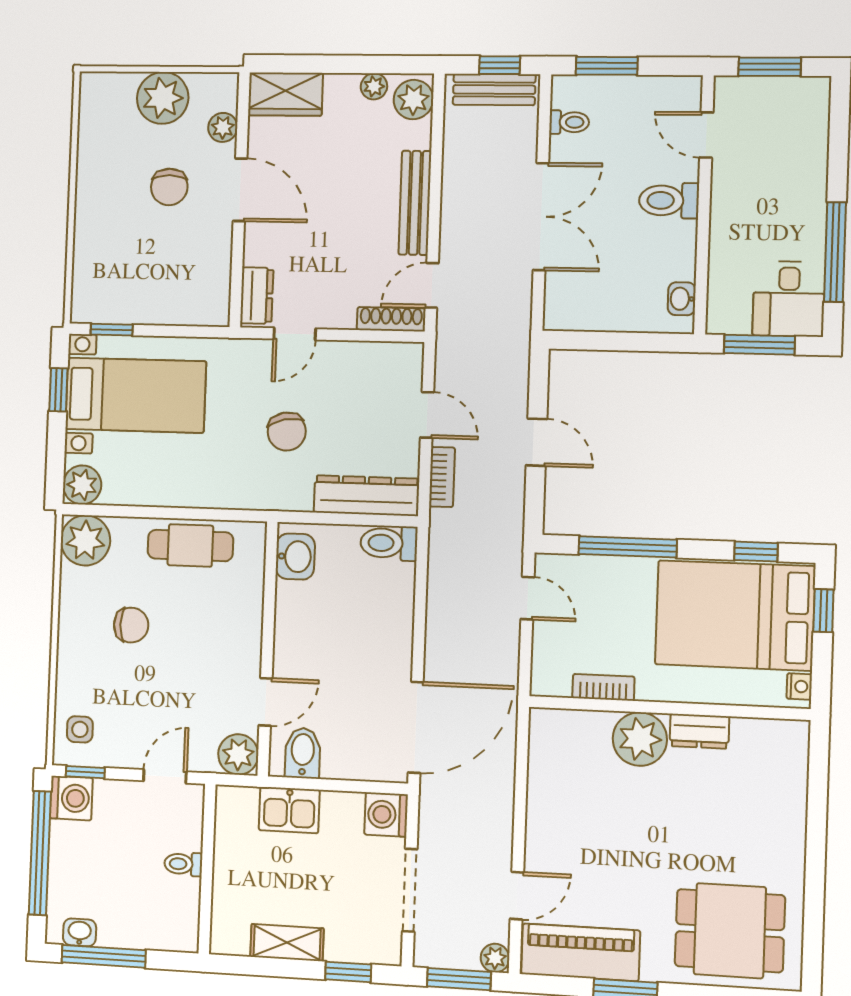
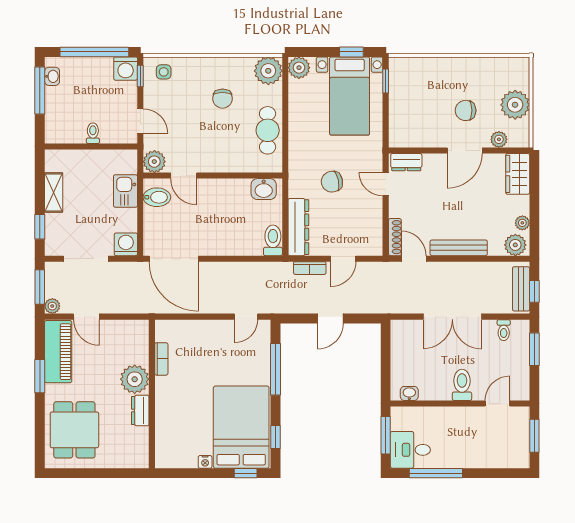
bookcase: (603, 687) -> (161, 359), moved
wall: (669, 708) -> (152, 394), moved
dresser: (699, 731) -> (140, 410), moved
plant: (640, 739) -> (135, 379), moved

